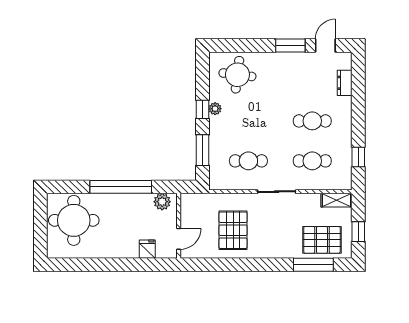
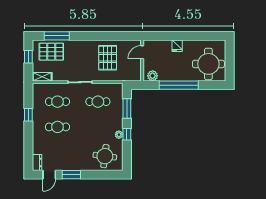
dresser: (345, 83) -> (37, 163), moved
window: (358, 157) -> (28, 115), moved
fridge: (147, 249) -> (177, 46), moved

